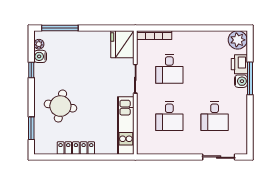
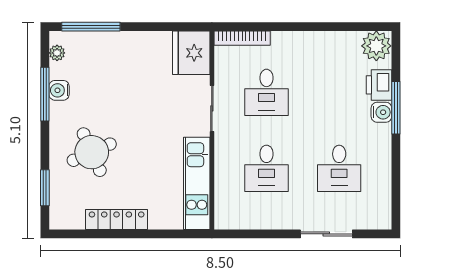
water cooler: (40, 56) -> (59, 90), moved
window: (31, 70) -> (45, 94), width x2.17
round table: (60, 106) -> (92, 152), turned -34
sliding door: (219, 157) -> (326, 234), moved

